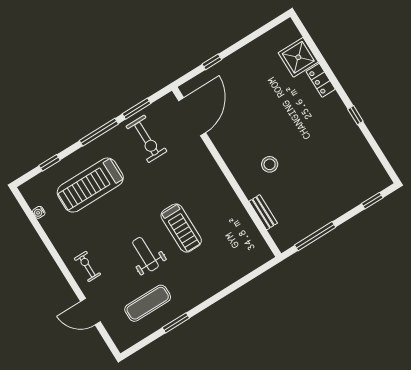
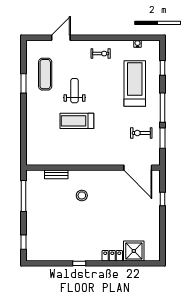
exercise bike: (146, 139) -> (141, 133), width x0.73, depth x0.72
weight bench: (146, 254) -> (75, 91), turned -90
exercise bike: (87, 266) -> (101, 54), moved

